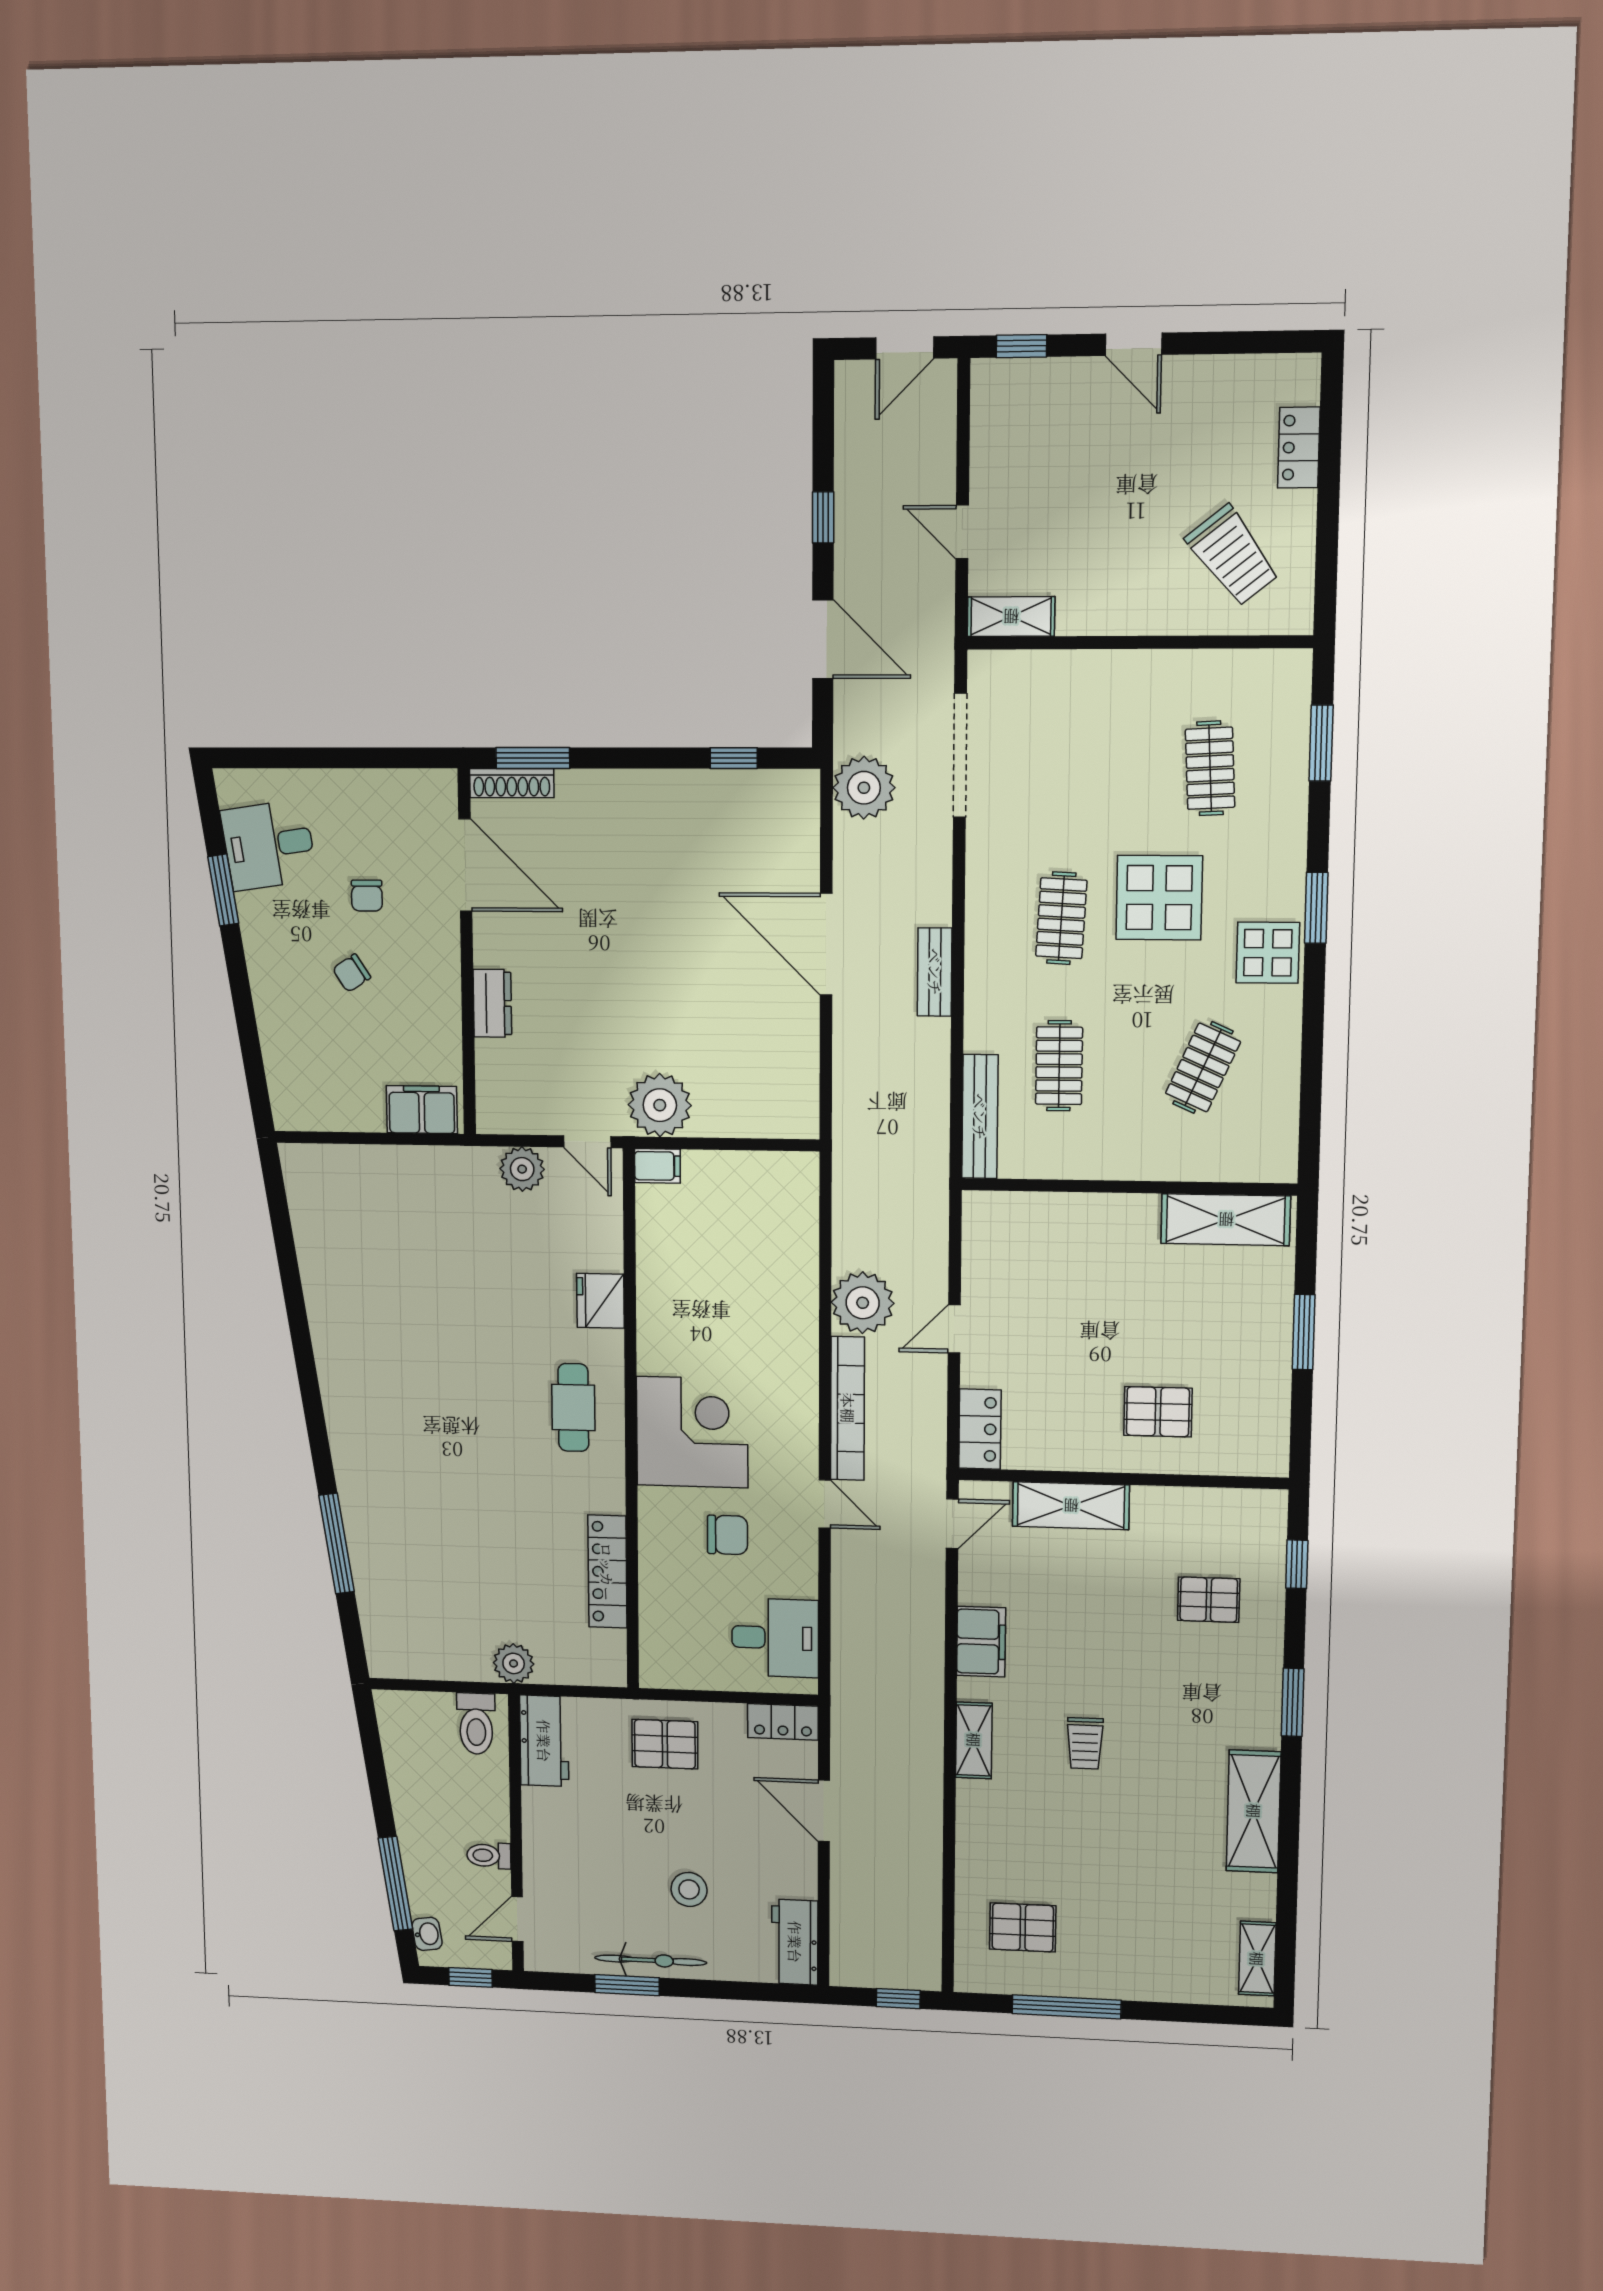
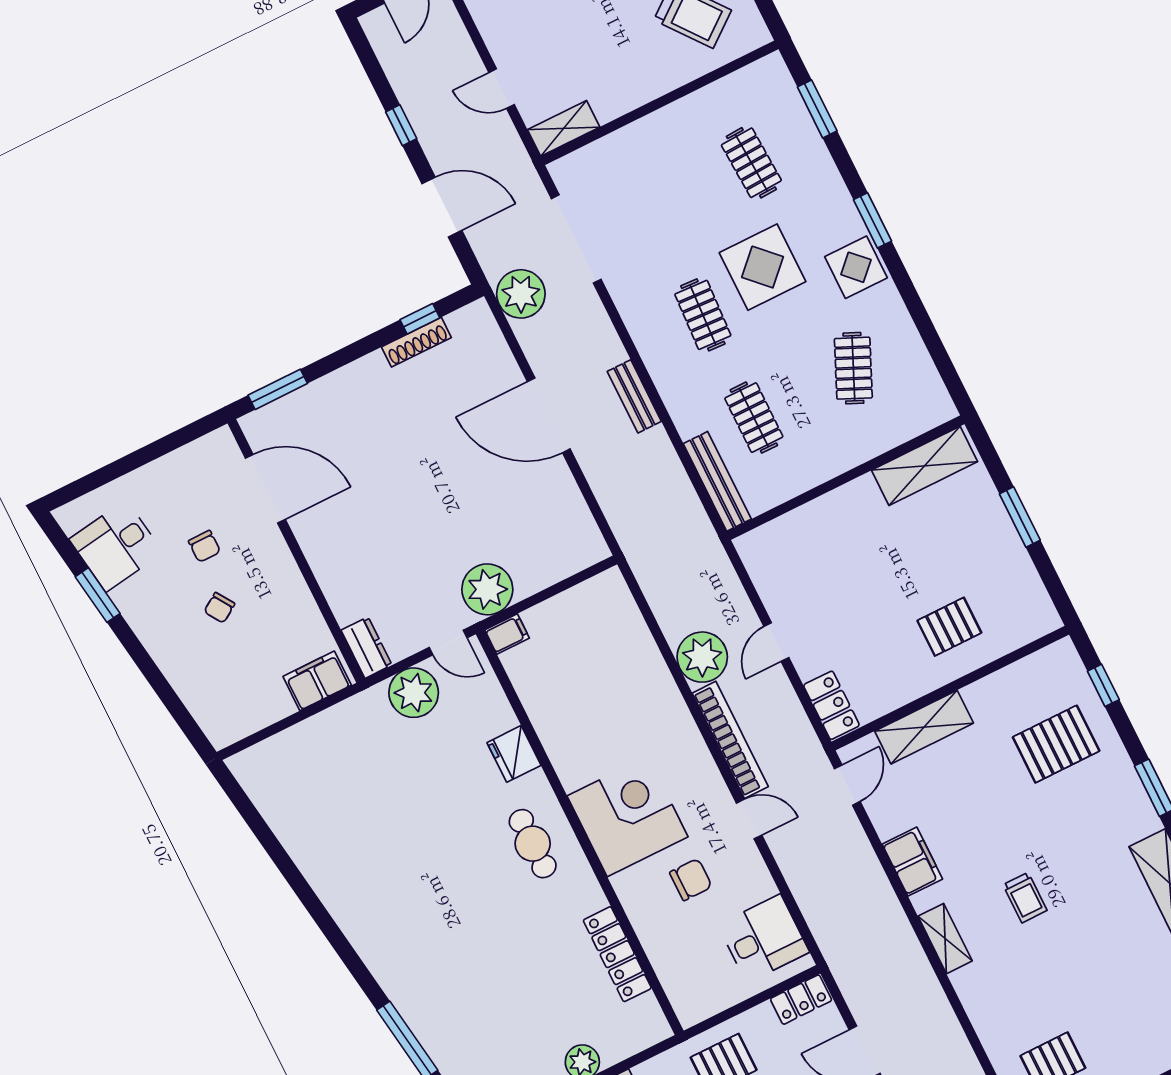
shoe rack: (512, 783) -> (416, 342), moved
dresser: (492, 1003) -> (367, 648), moved
plant: (522, 1169) -> (414, 693), width x1.36, depth x1.36
pallet: (1209, 1600) -> (1056, 744), width x1.50, depth x1.42

